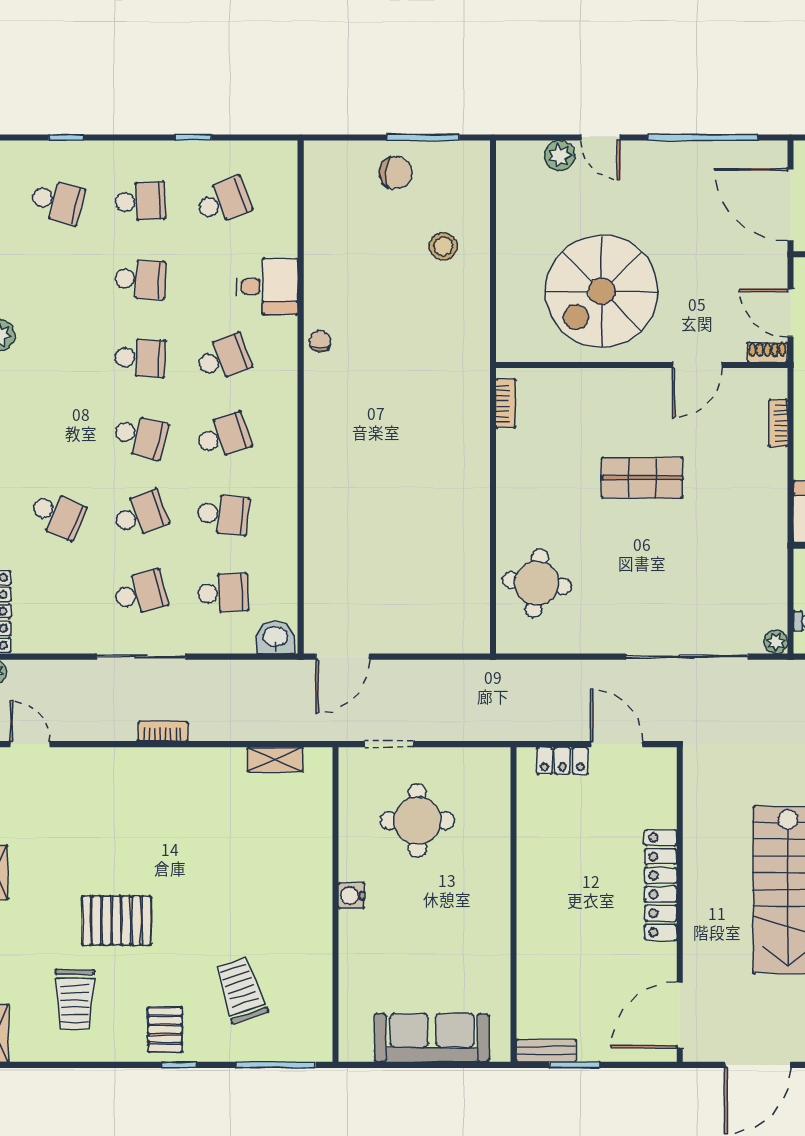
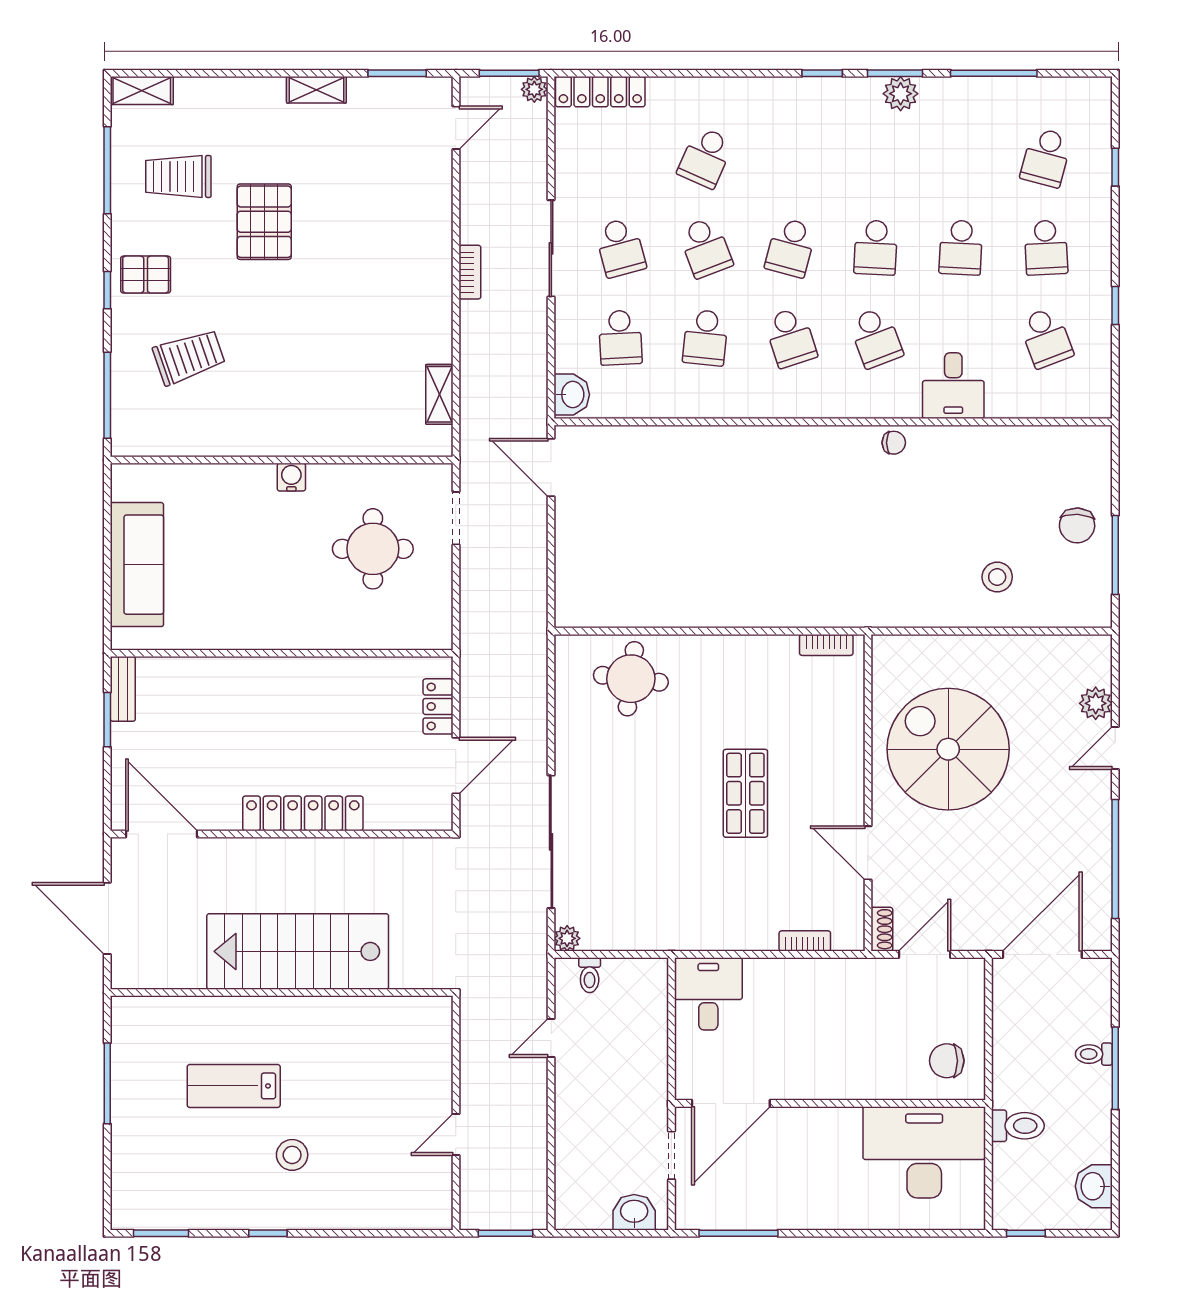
window: (69, 1065) -> (107, 170), added

